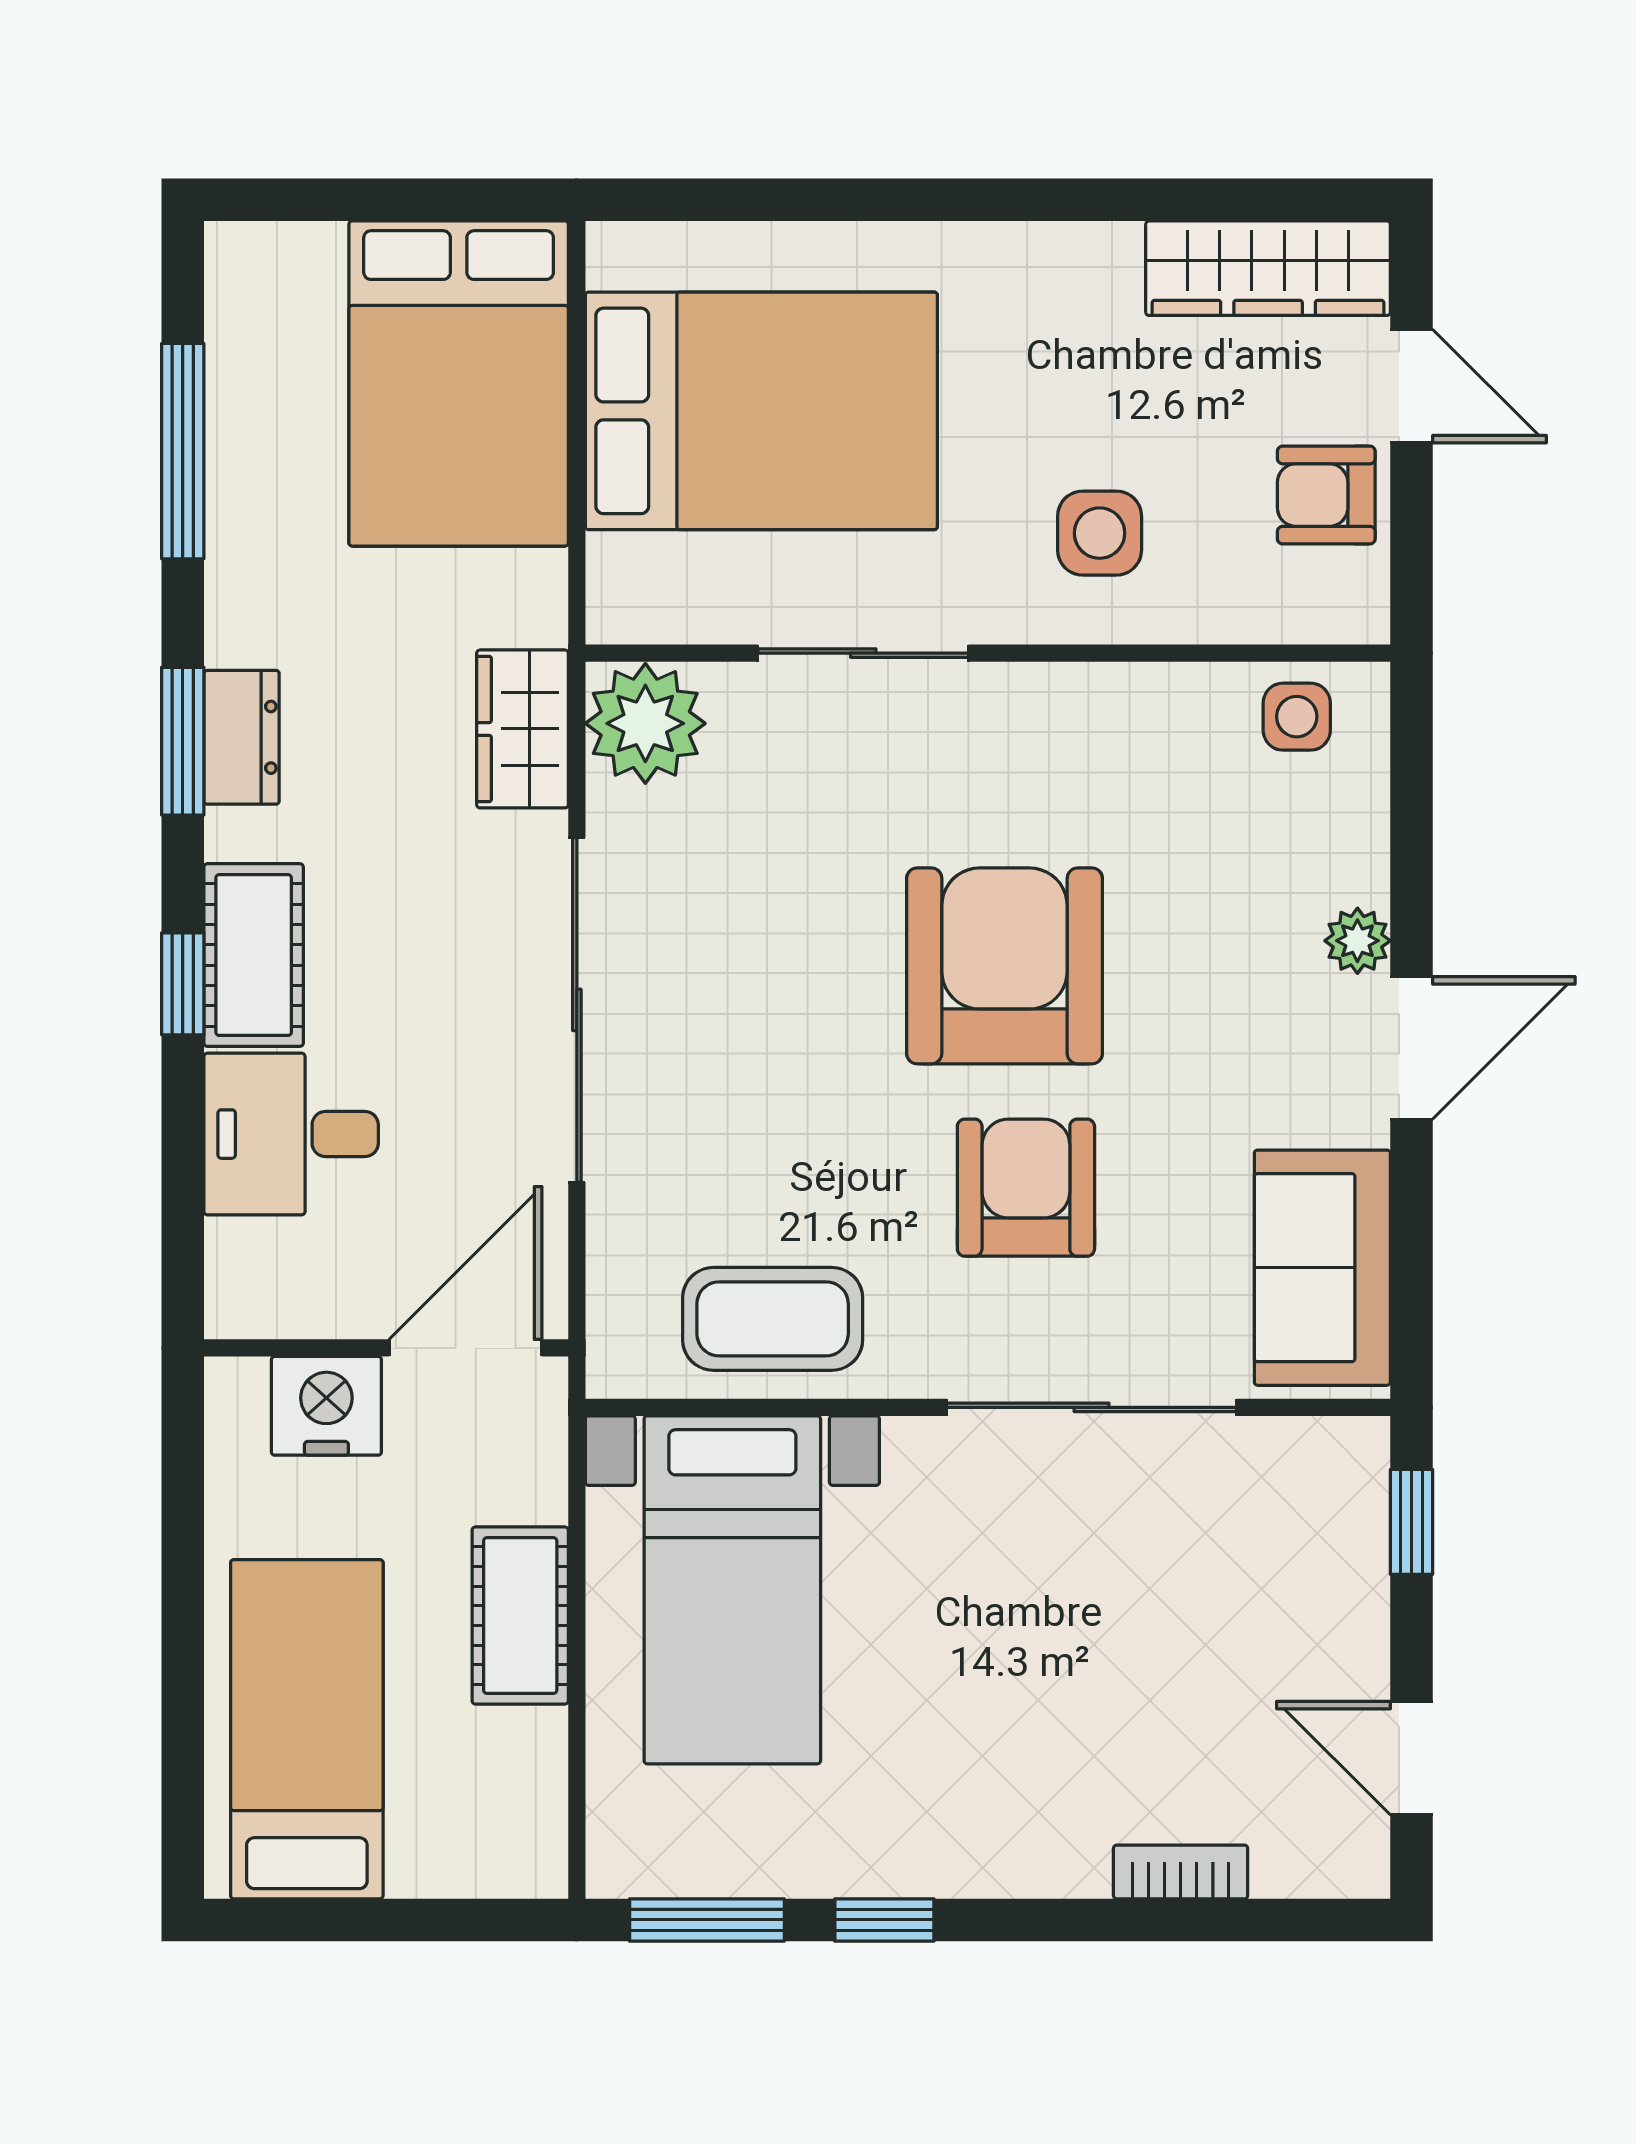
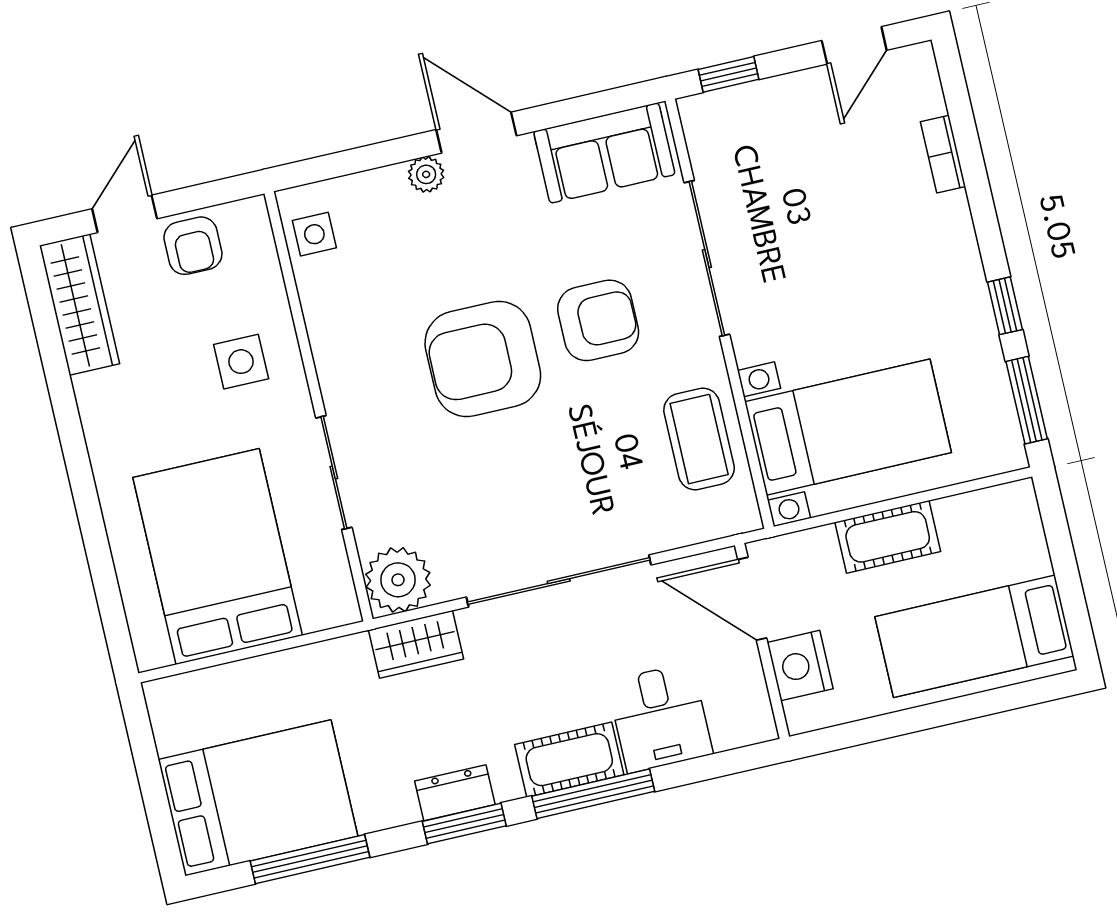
bed: (459, 383) -> (258, 798), moved
window: (183, 984) -> (593, 794), width x2.17
armchair: (1026, 1188) -> (598, 320), turned 180

